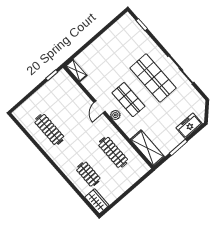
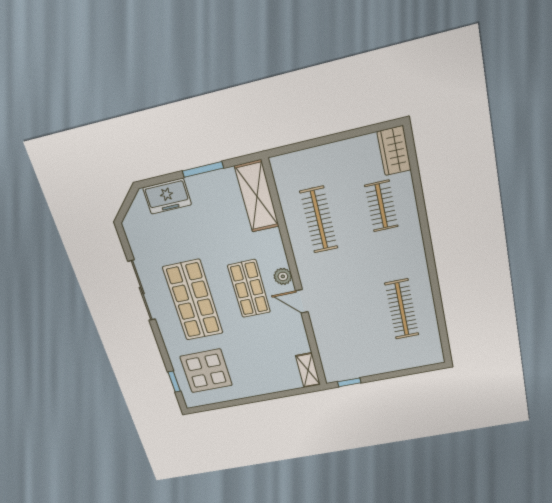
display table: (128, 41) -> (206, 371), added
door: (100, 107) -> (302, 301), swing flipped

